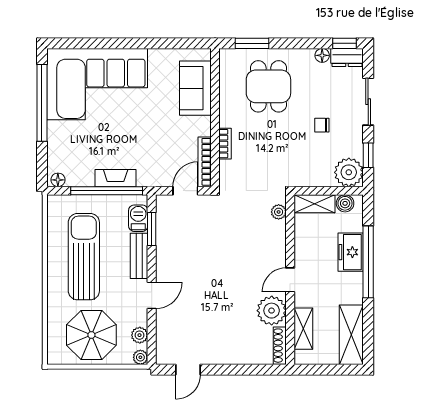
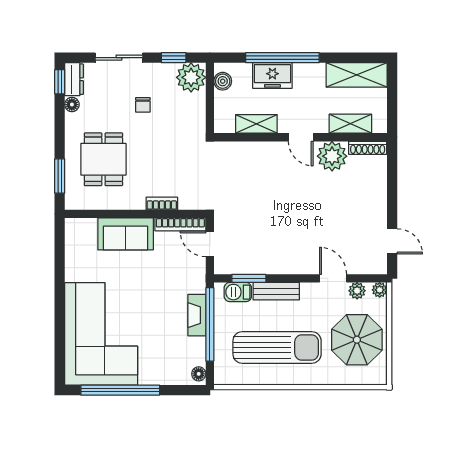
dining table: (268, 86) -> (103, 159), turned 90
sofa: (195, 88) -> (126, 234), moved
shelving: (314, 204) -> (256, 124), moved, turned 90
plant: (279, 212) -> (231, 149), removed
sun lounger: (84, 257) -> (277, 347), turned 180
door: (152, 295) -> (333, 278), moved

